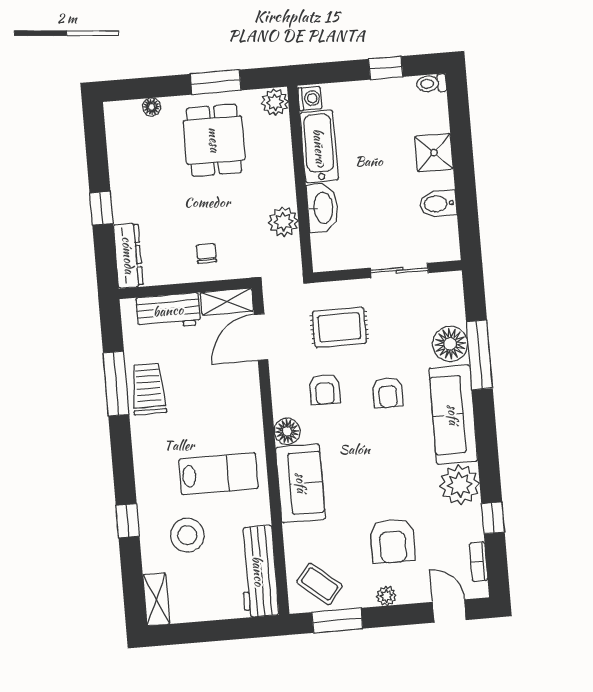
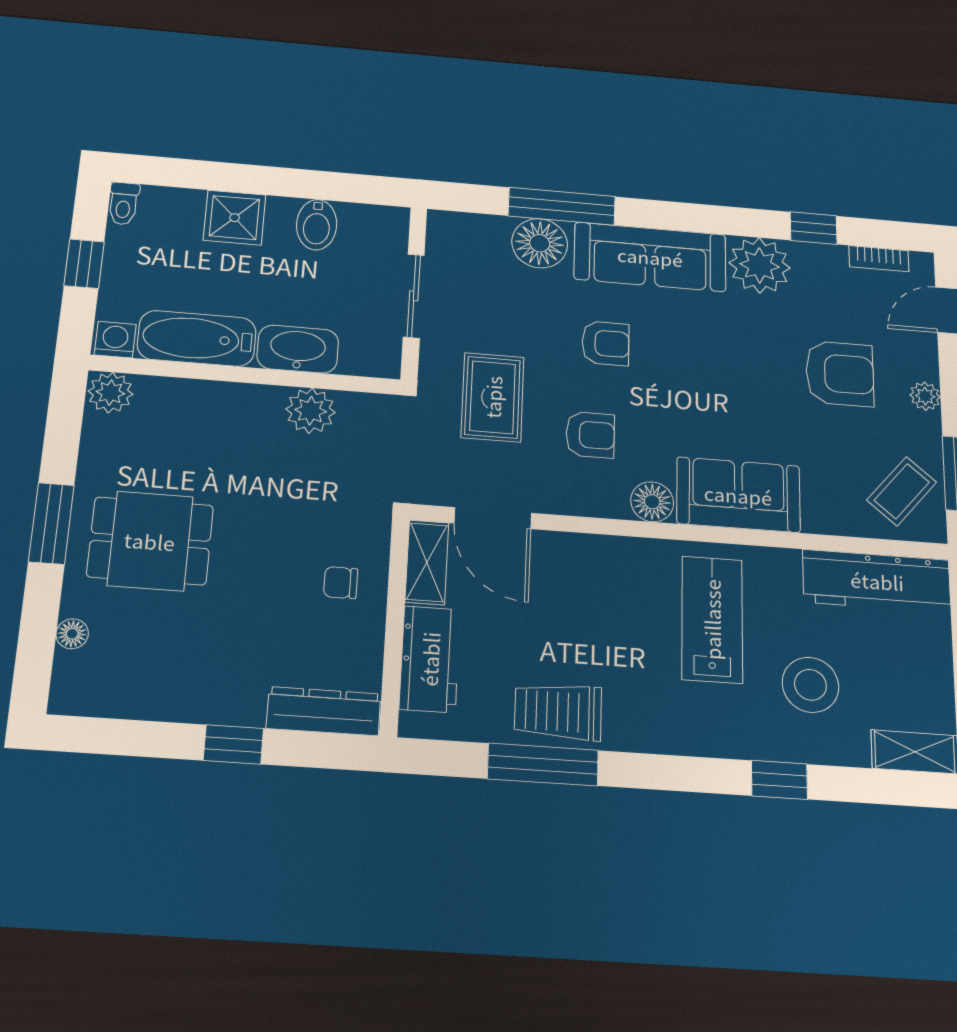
washing machine: (310, 98) -> (115, 340), moved
plant: (275, 102) -> (110, 393), moved
bathtub: (319, 146) -> (197, 338), moved
wall: (300, 179) -> (246, 375), moved
washbasin: (323, 208) -> (298, 349), moved
plant: (283, 222) -> (311, 411), moved

